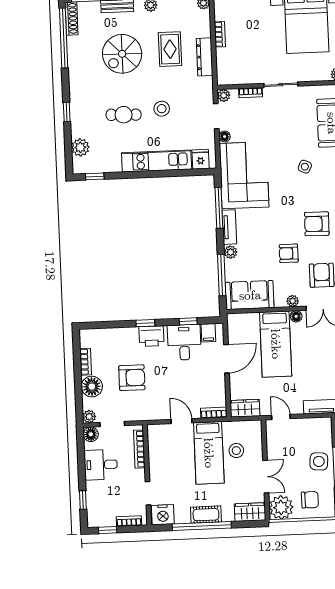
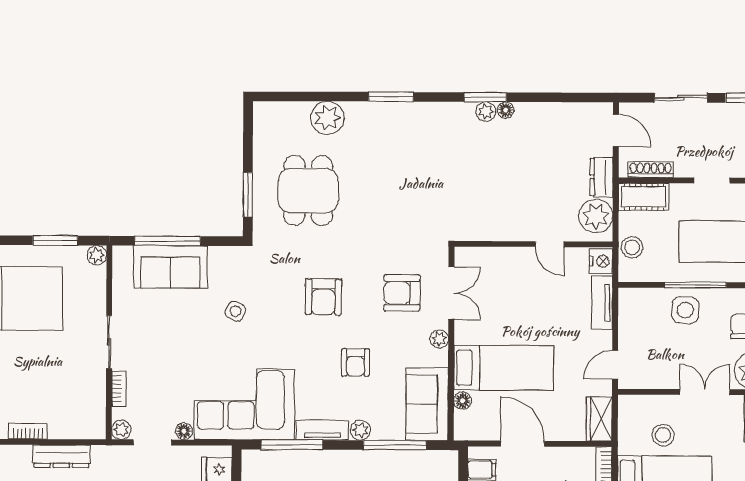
armchair: (289, 253) -> (355, 363), moved
floor lamp: (296, 316) -> (463, 401), moved

